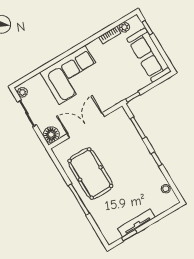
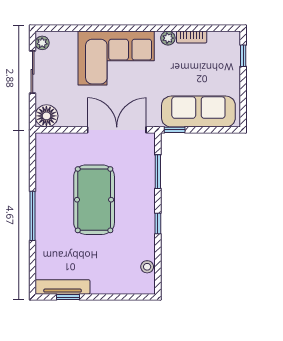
plant: (124, 27) -> (168, 38), moved
sofa: (149, 55) -> (198, 112), moved, turned 90
double door: (86, 125) -> (117, 130), moved
pool table: (90, 173) -> (94, 200), moved
tv unit: (136, 223) -> (63, 287), moved

